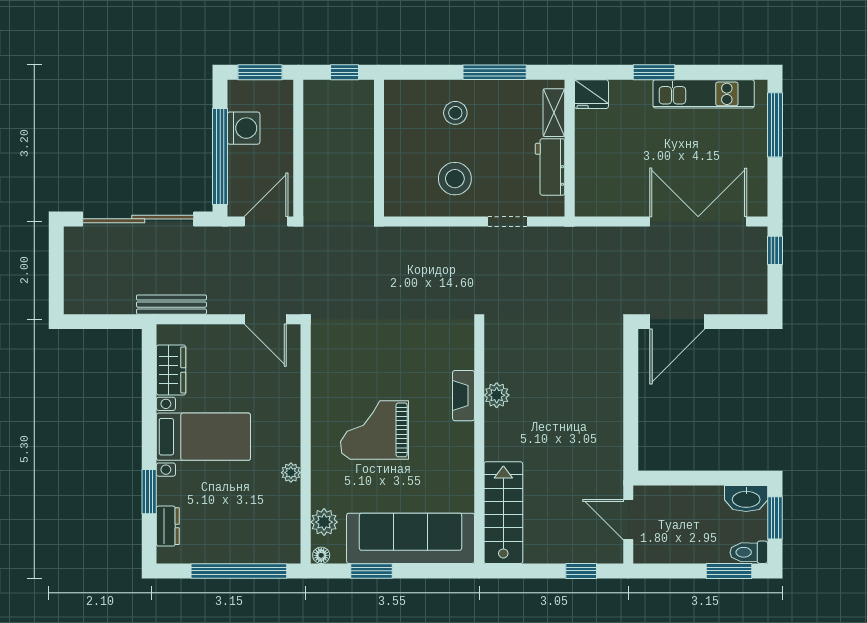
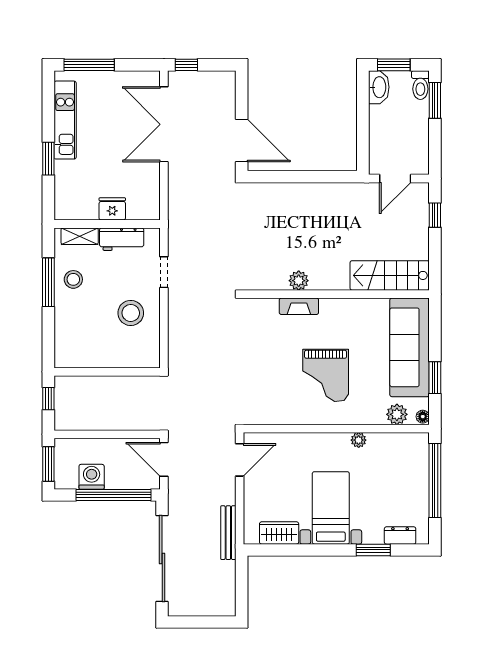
fridge: (591, 94) -> (112, 209), moved, turned -90
stool: (455, 113) -> (73, 279), moved

